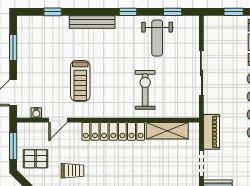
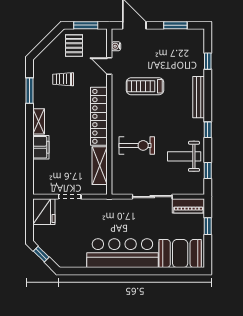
piano: (212, 132) -> (188, 206), moved
trolley: (73, 171) -> (63, 79), turned 90

